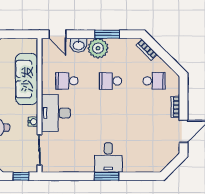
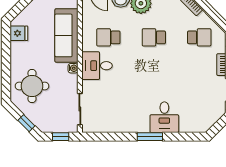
desk: (56, 113) -> (97, 66), width x0.73
water cooler: (33, 122) -> (73, 68), moved
desk: (108, 158) -> (164, 117), moved

